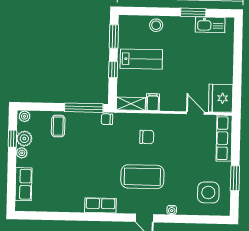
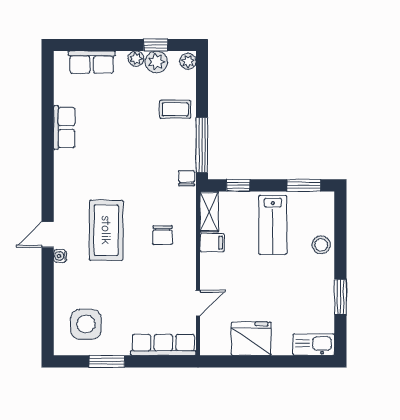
kitchen sink: (210, 25) -> (314, 345), moved, turned 90
window: (113, 70) -> (238, 185), moved
fridge: (221, 98) -> (251, 339), moved
row of seats: (100, 205) -> (64, 128), moved
water cooler: (172, 210) -> (60, 256), moved

